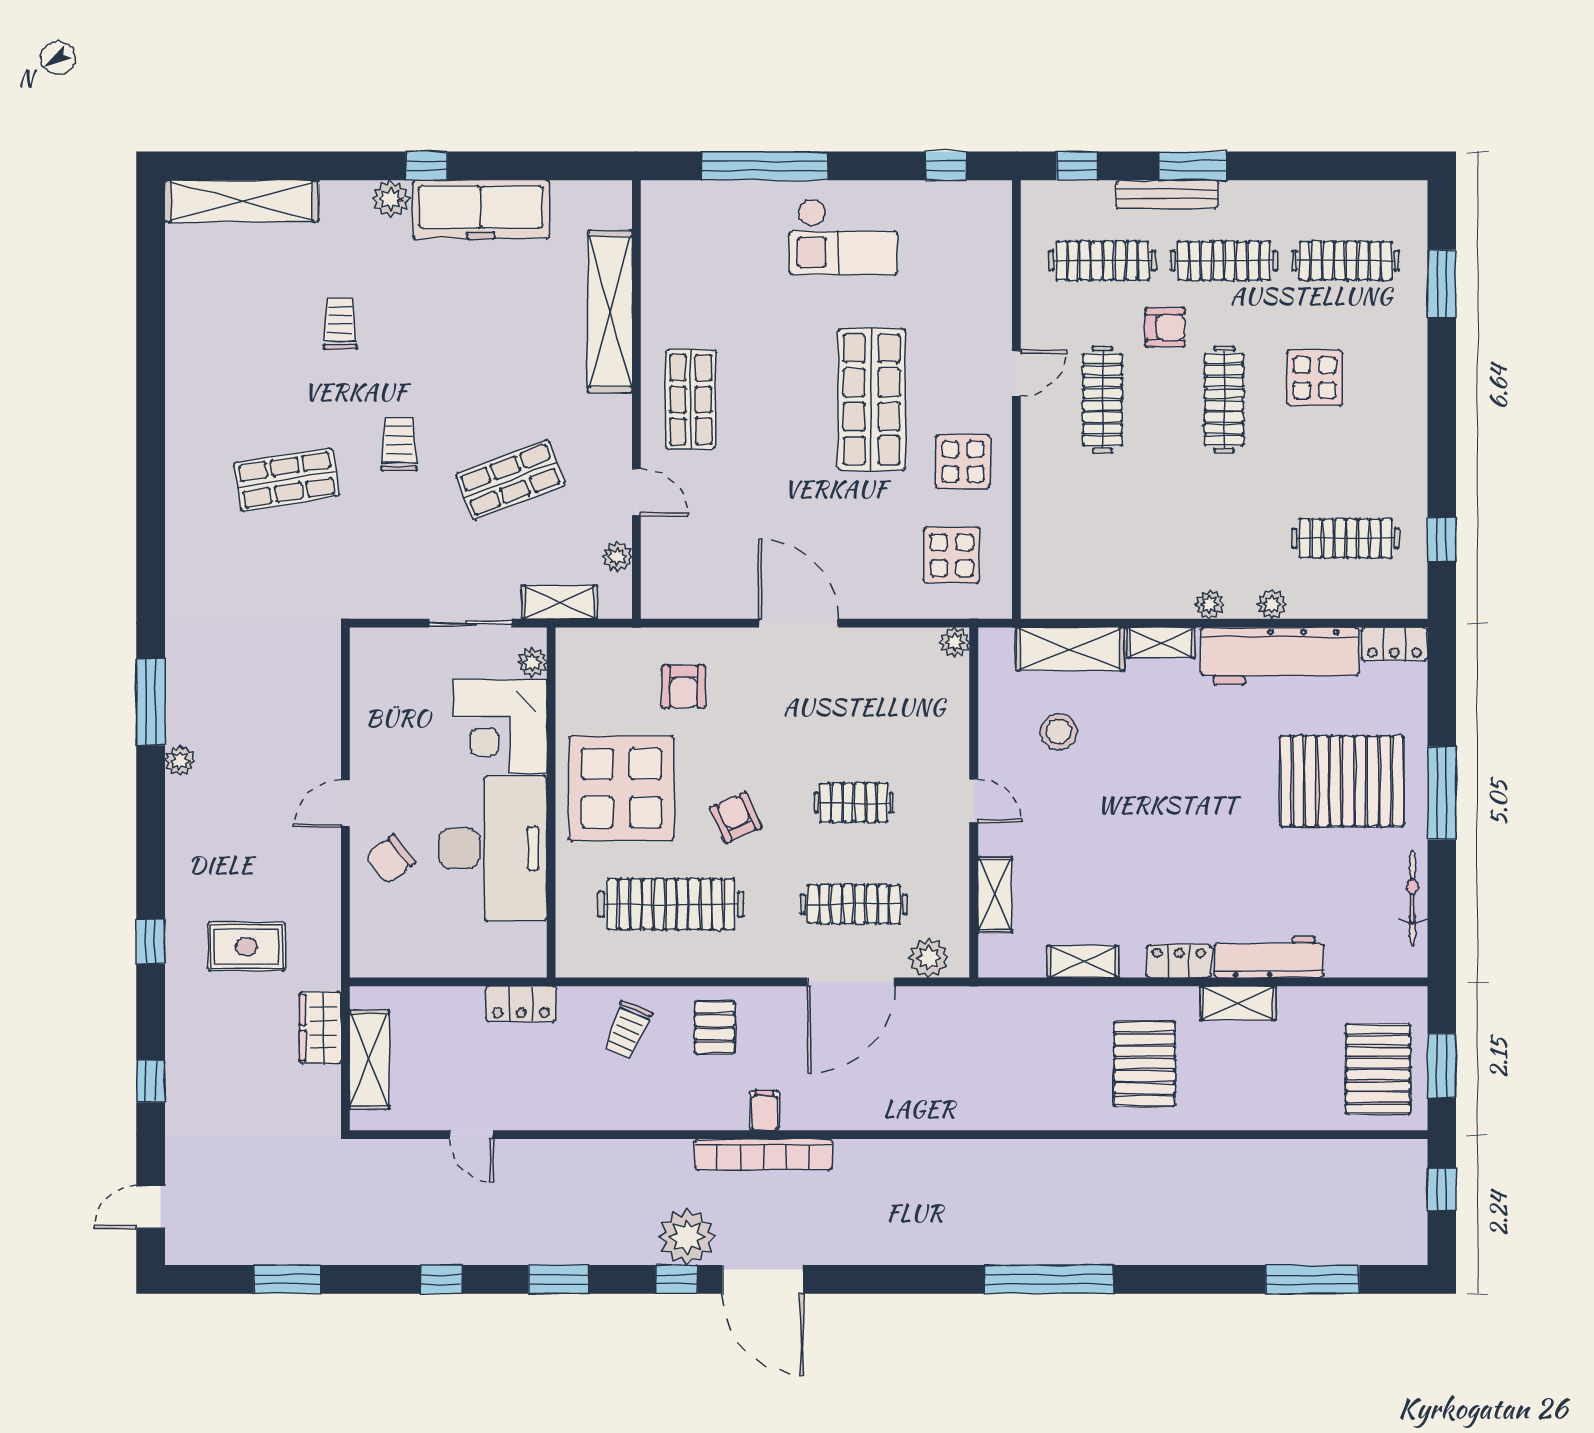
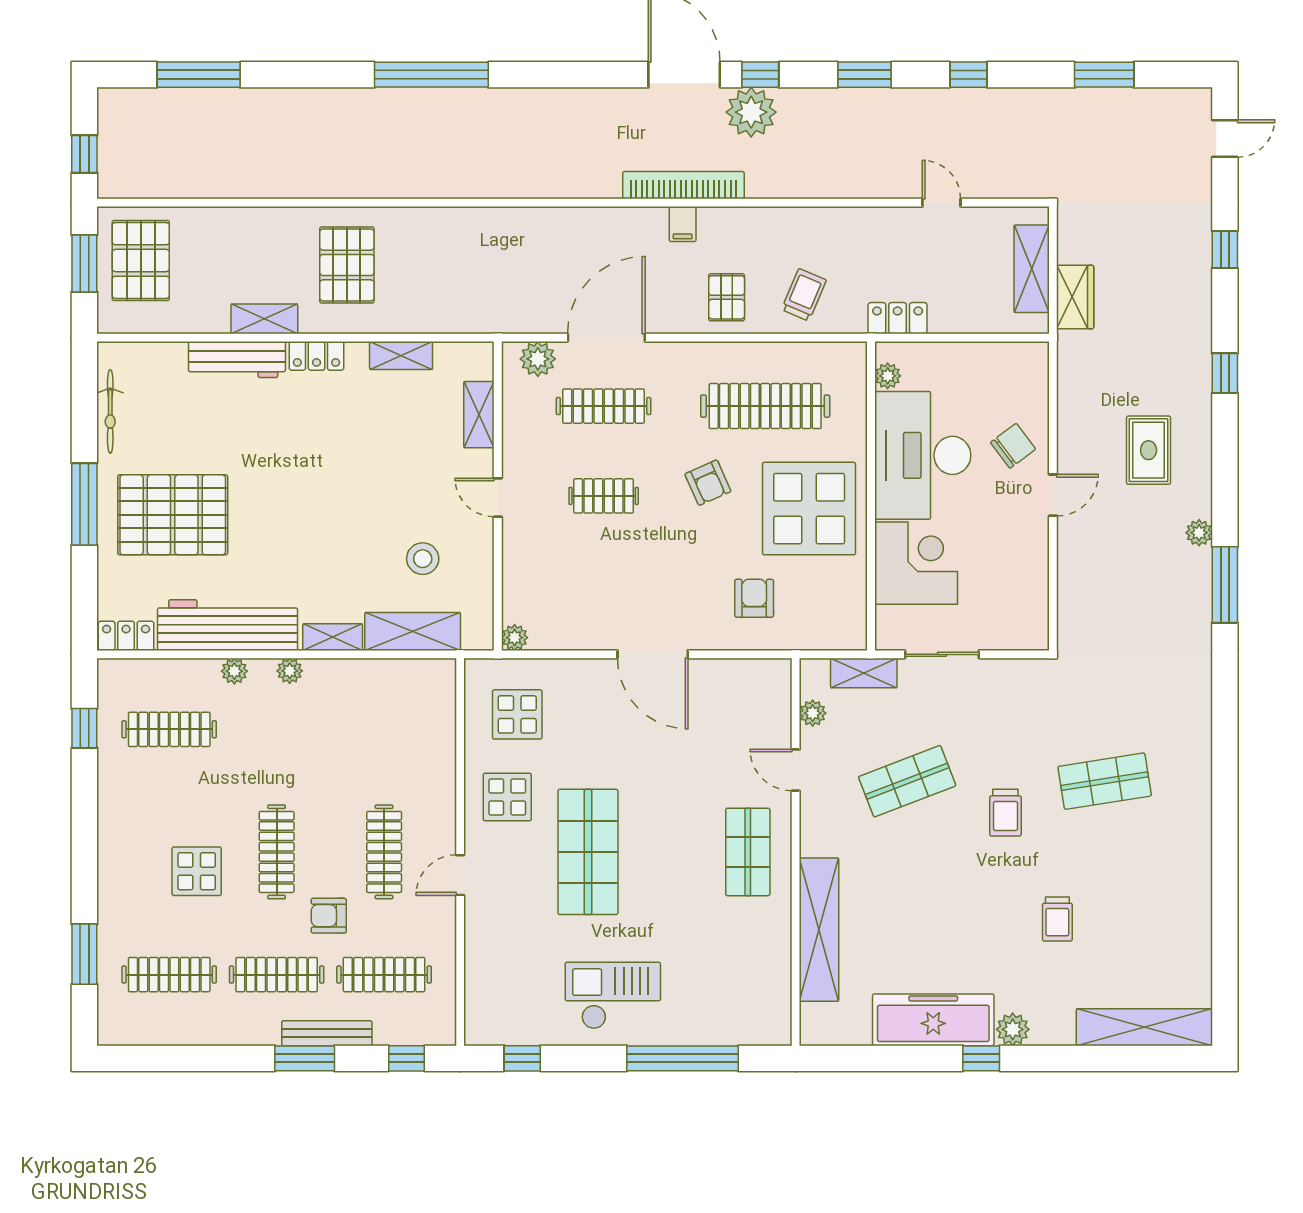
plant: (532, 662) -> (888, 376), moved
rug: (247, 947) -> (1149, 450), moved, turned 90

